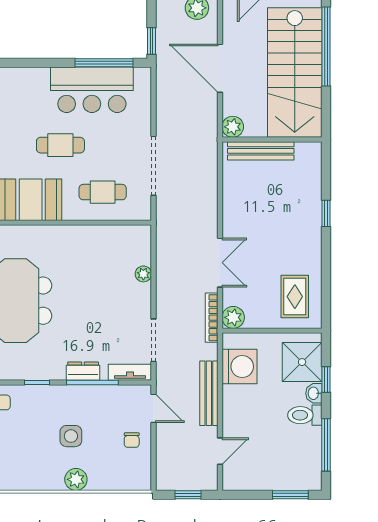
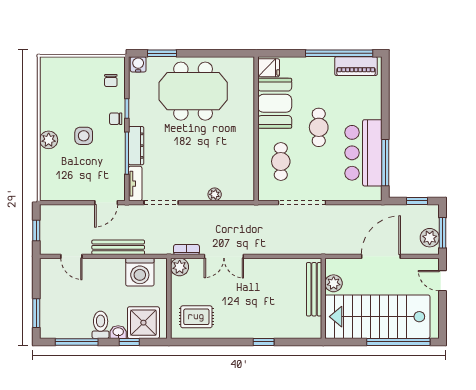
window: (151, 41) -> (417, 201), moved
plant: (233, 127) -> (334, 283), moved
bookcase: (212, 318) -> (186, 250), width x0.64
dresser: (83, 371) -> (136, 146), width x1.44
chair: (132, 440) -> (116, 119), moved

